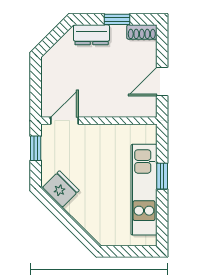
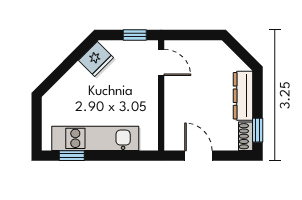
window: (117, 19) -> (258, 130), moved
dresser: (92, 35) -> (243, 96), width x1.44
window: (162, 176) -> (72, 156), moved

